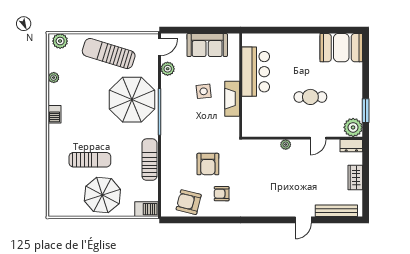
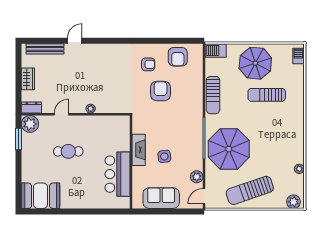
sun lounger: (109, 53) -> (250, 190), turned 144
barbecue: (55, 114) -> (298, 56), moved
armchair: (189, 202) -> (178, 57), turned 76

